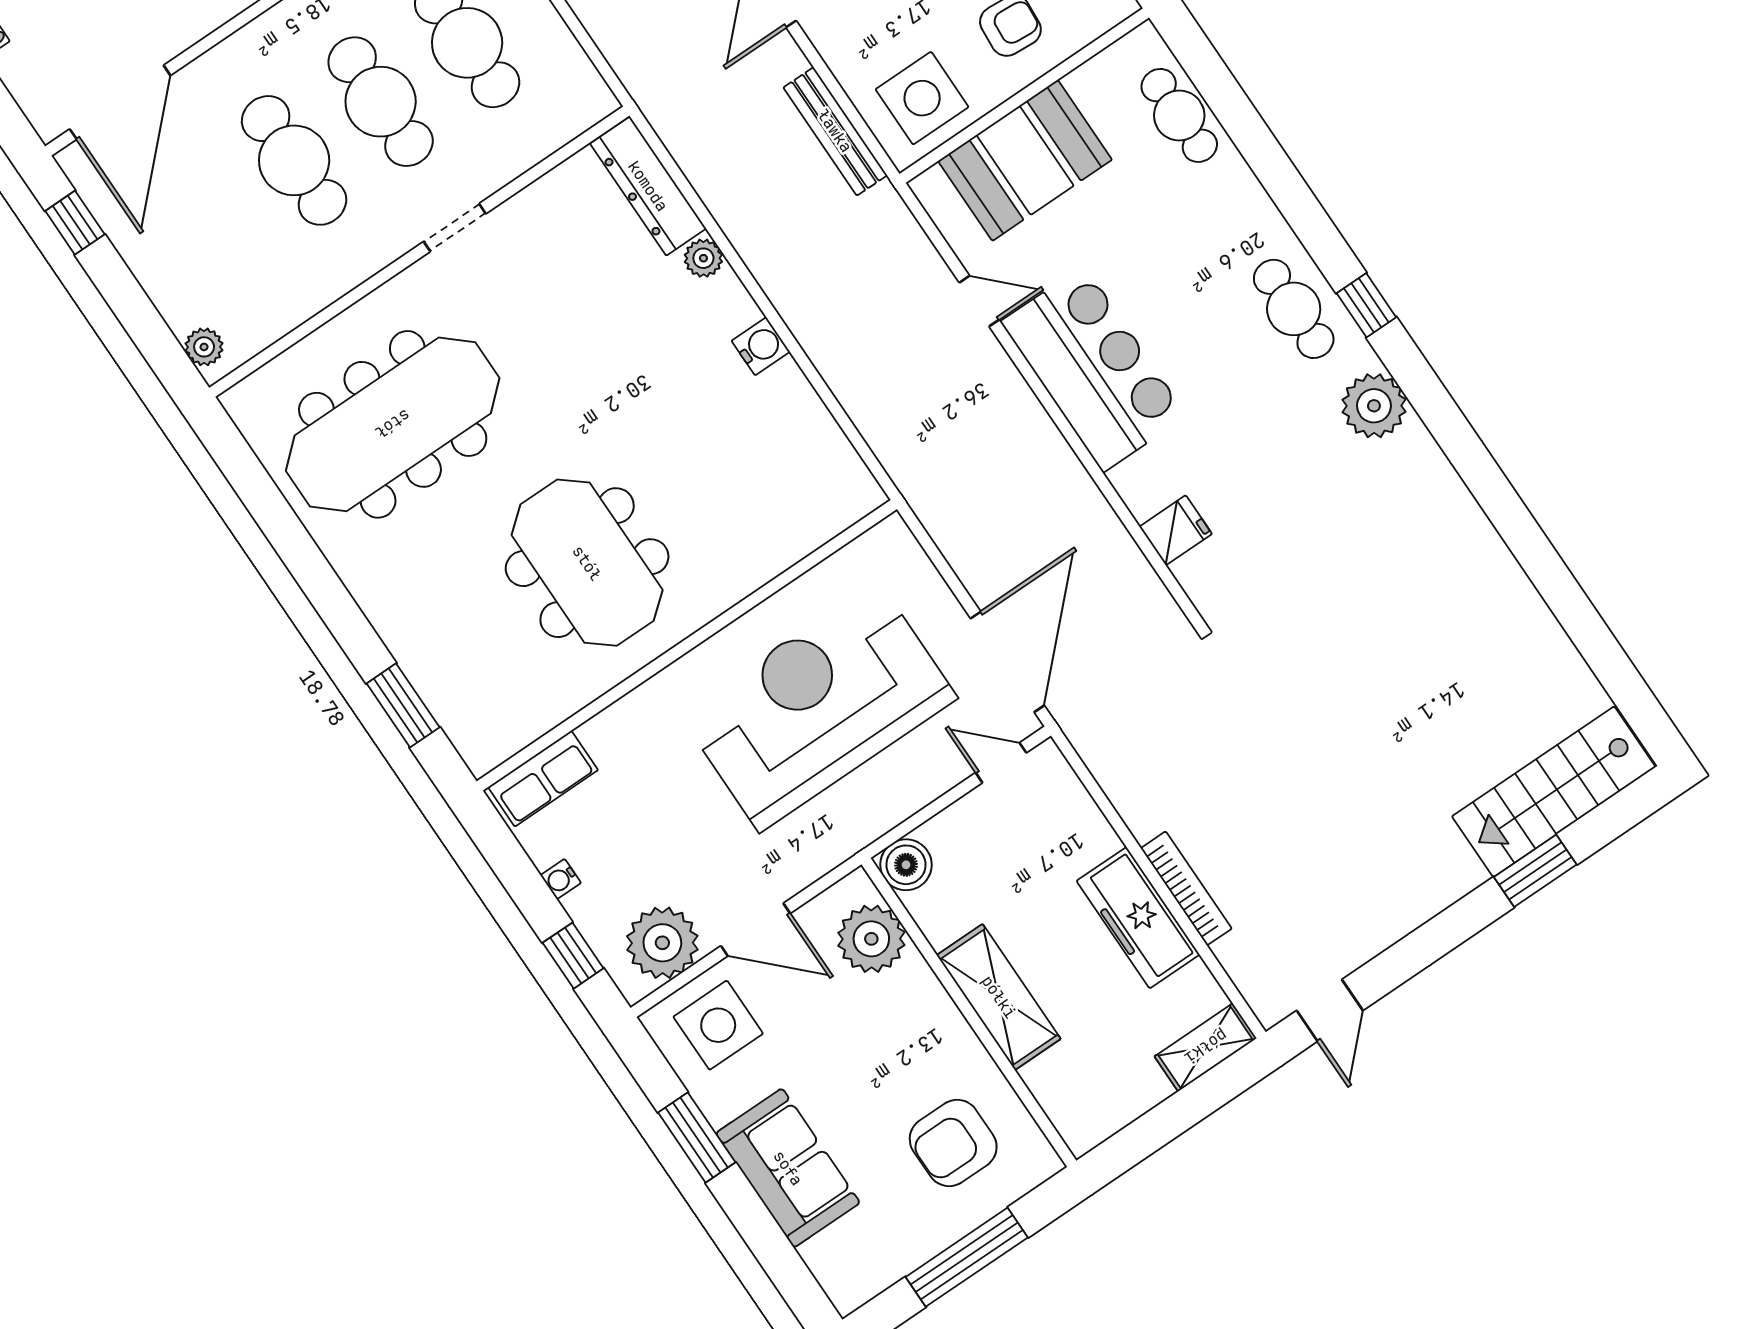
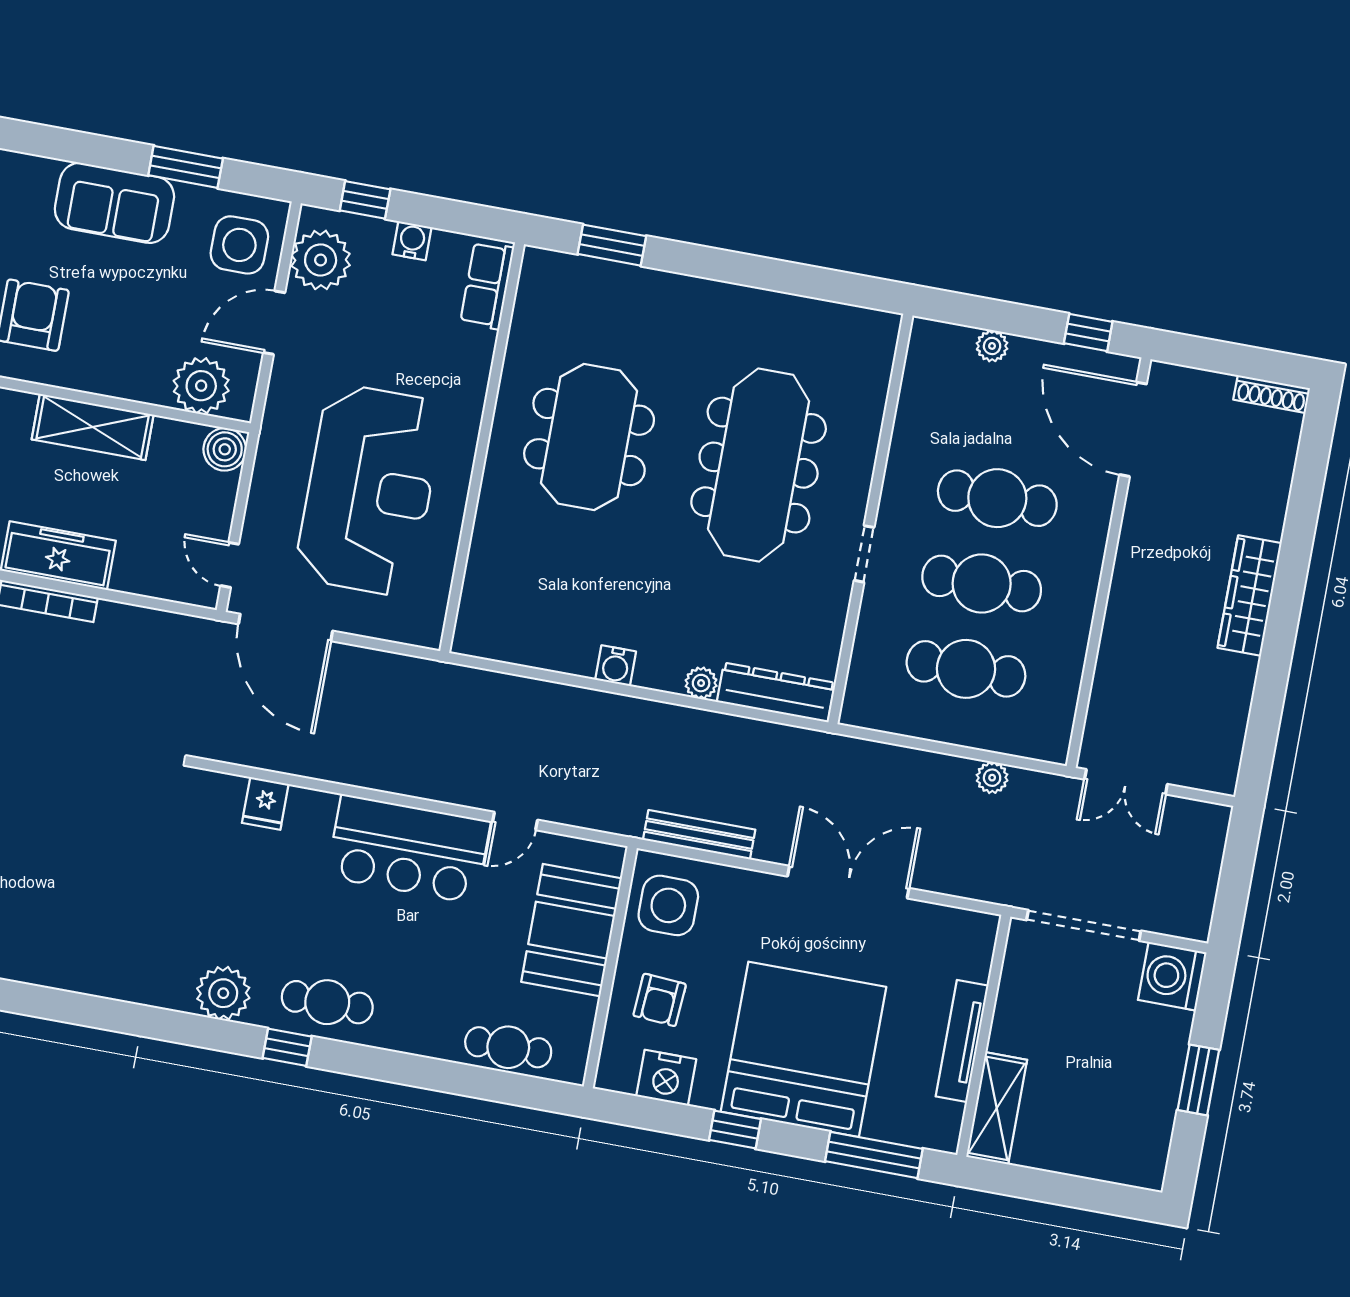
plant: (204, 347) -> (992, 346), moved
meeting table: (393, 424) -> (759, 465), moved
meeting table: (587, 563) -> (589, 437), turned 90
door: (1001, 763) -> (230, 565), swing flipped
water cooler: (561, 879) -> (412, 241), width x1.38, depth x1.38

